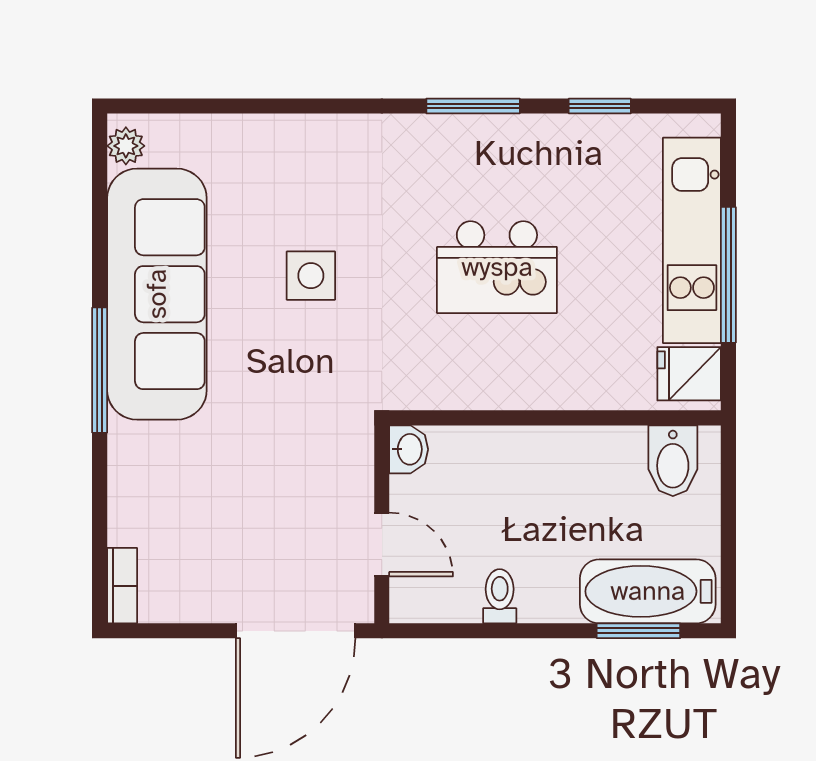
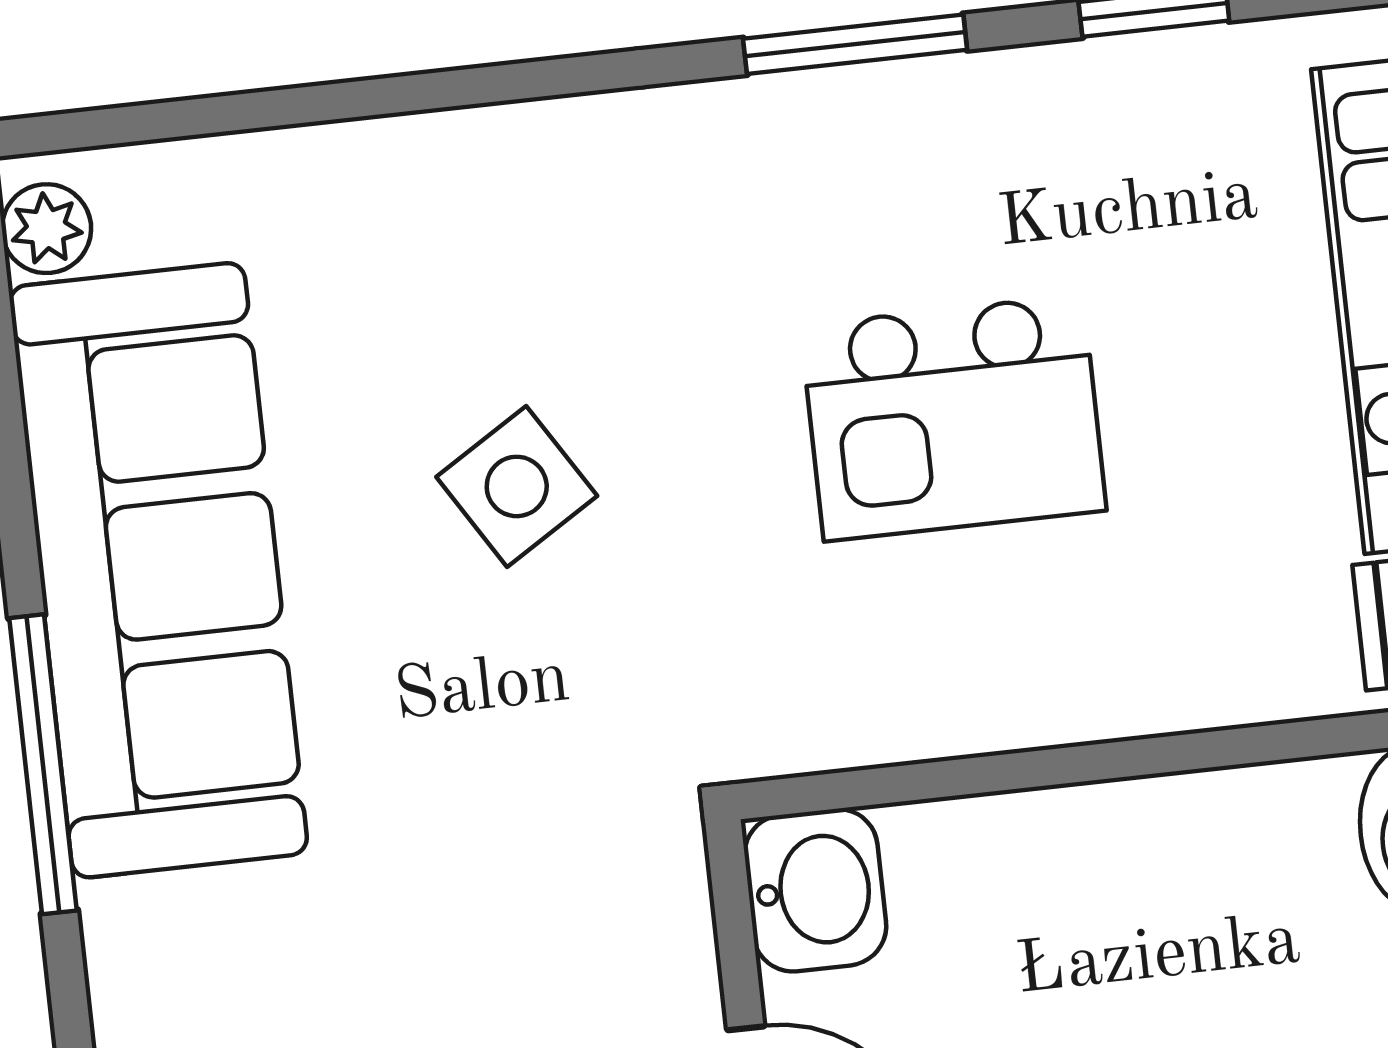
side table: (311, 276) -> (517, 486), turned -32
washbasin: (409, 449) -> (815, 890), width x1.38, depth x1.45

